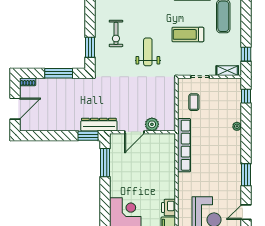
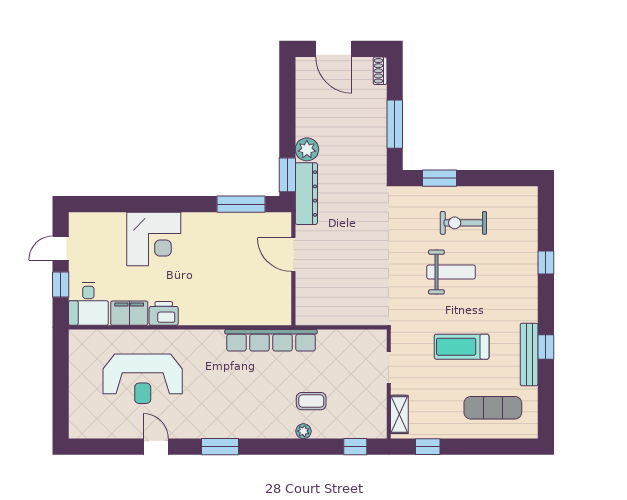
treadmill: (188, 34) -> (462, 347), turned -90
weight bench: (148, 52) -> (451, 272), moved
coffee table: (194, 102) -> (311, 401), moved
plant: (152, 124) -> (307, 149), moved

